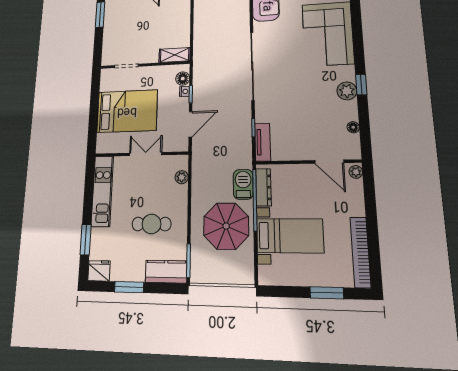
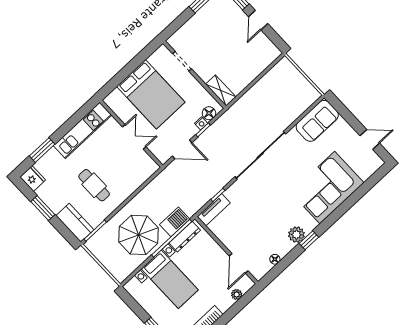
plant: (356, 172) -> (237, 294), moved
plant: (182, 177) -> (142, 177), removed

